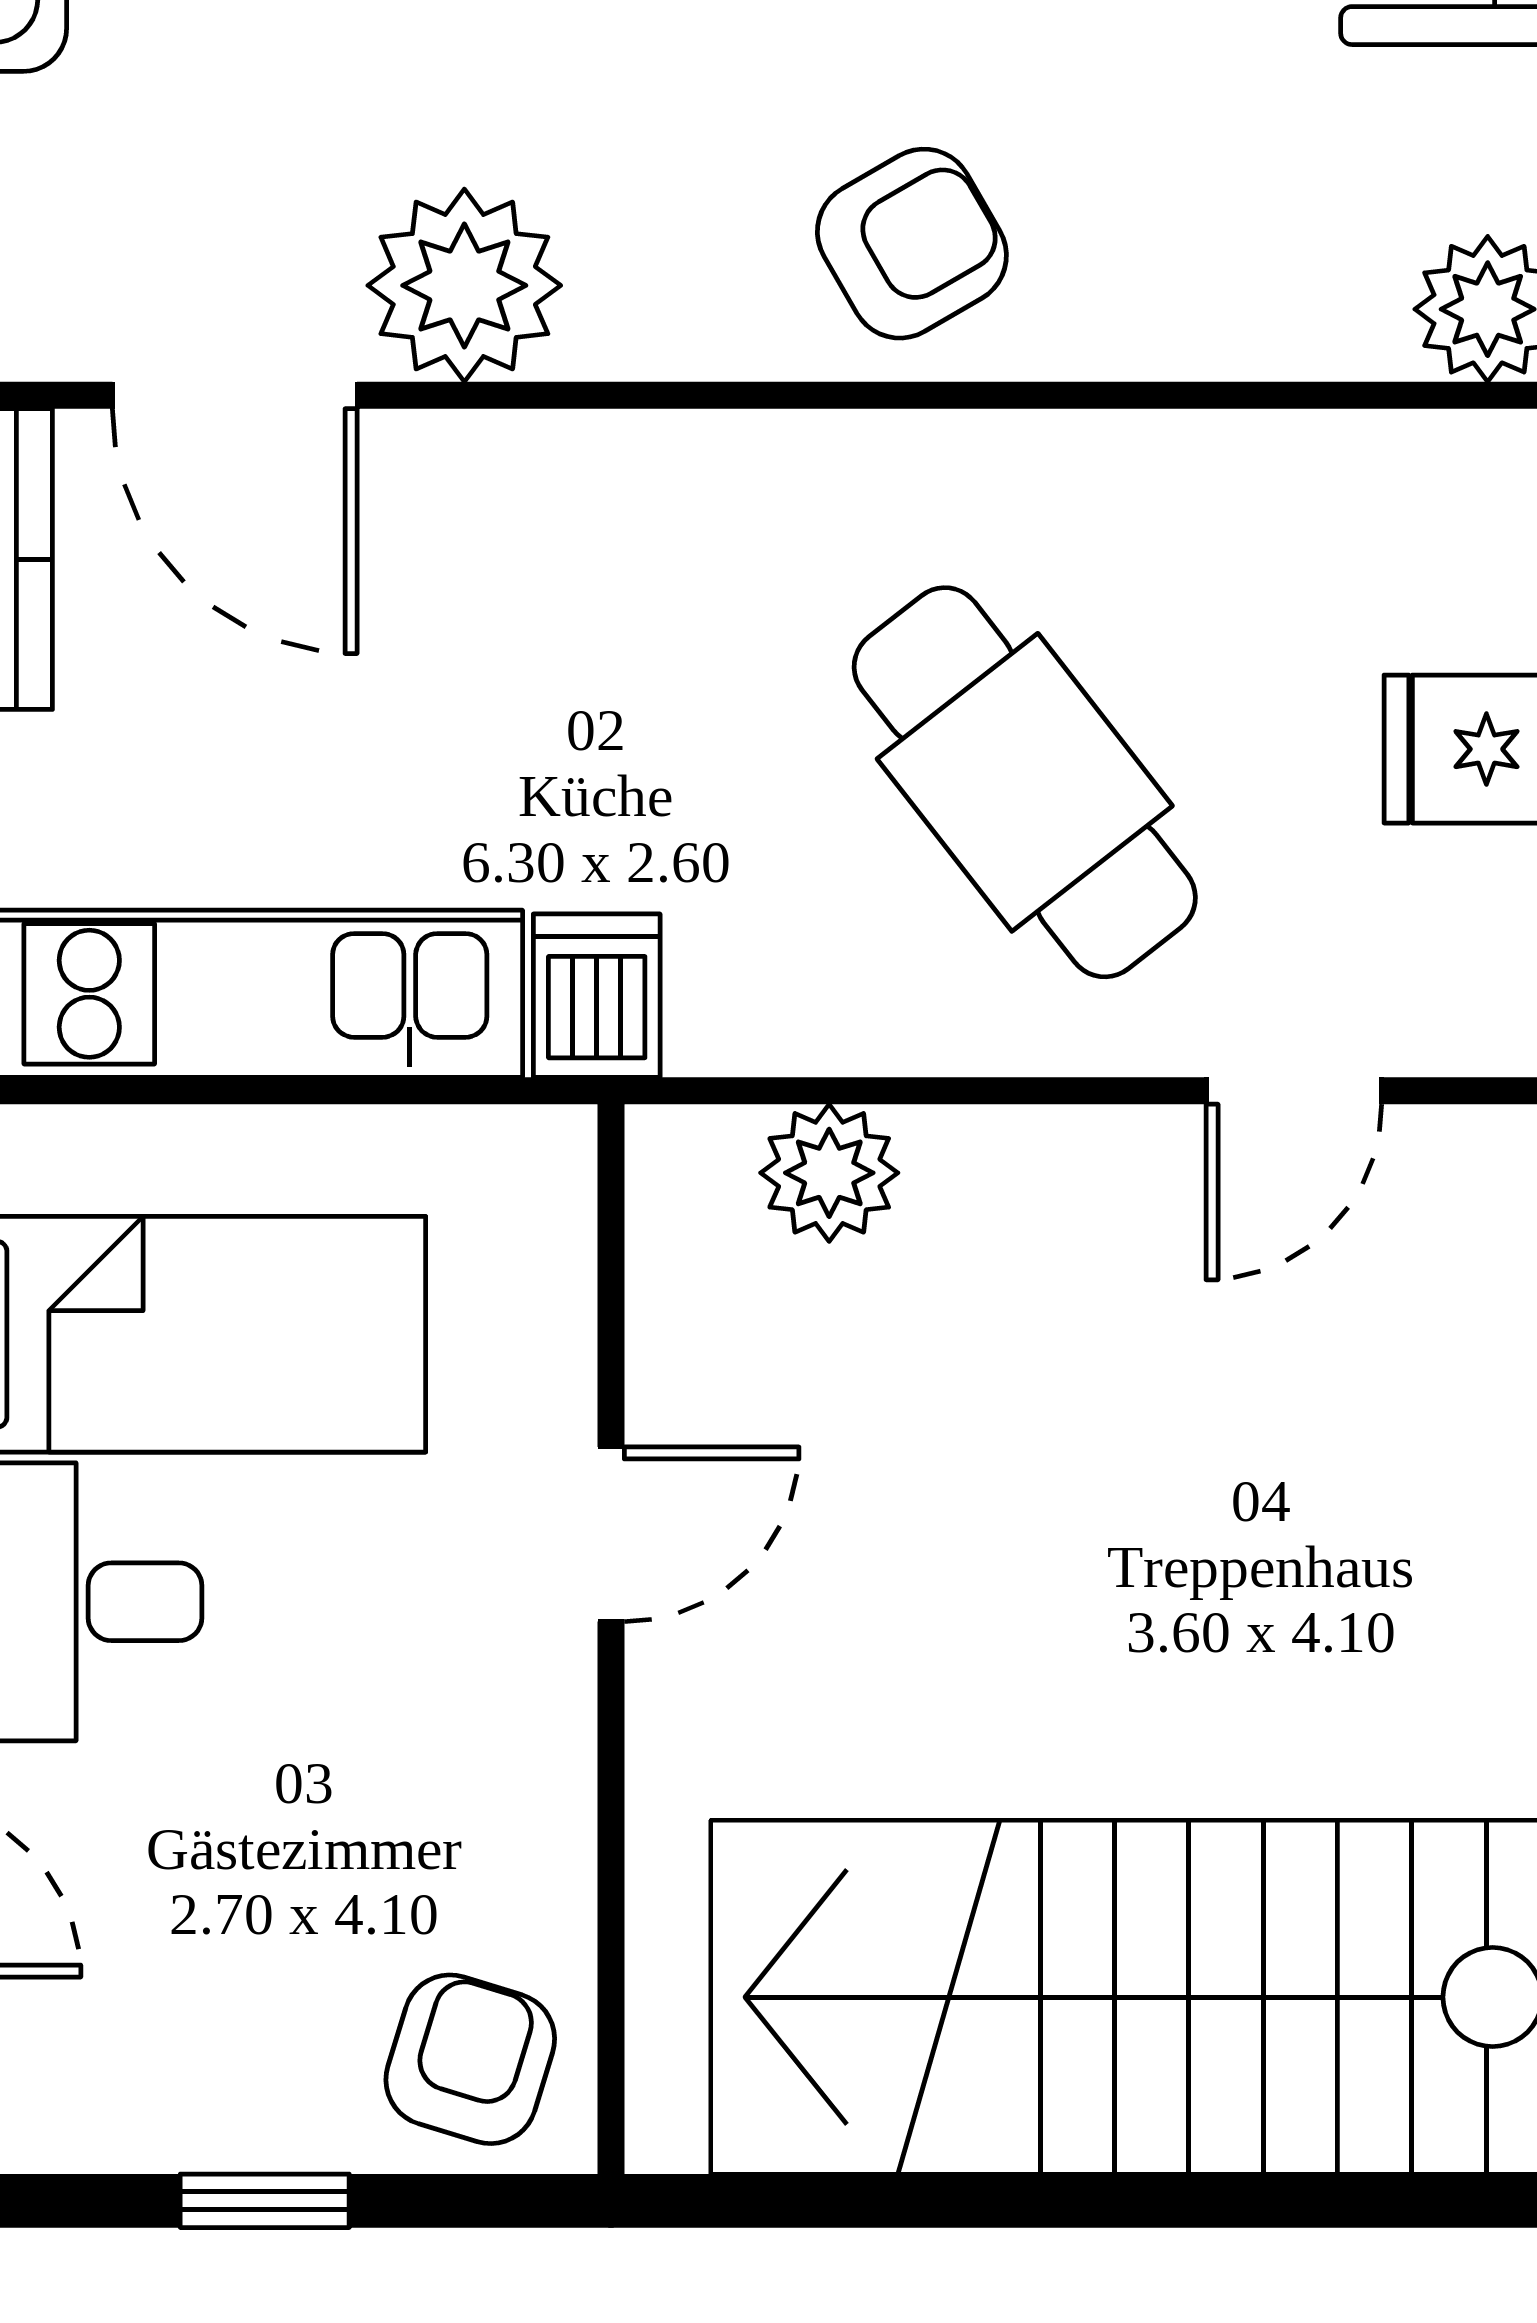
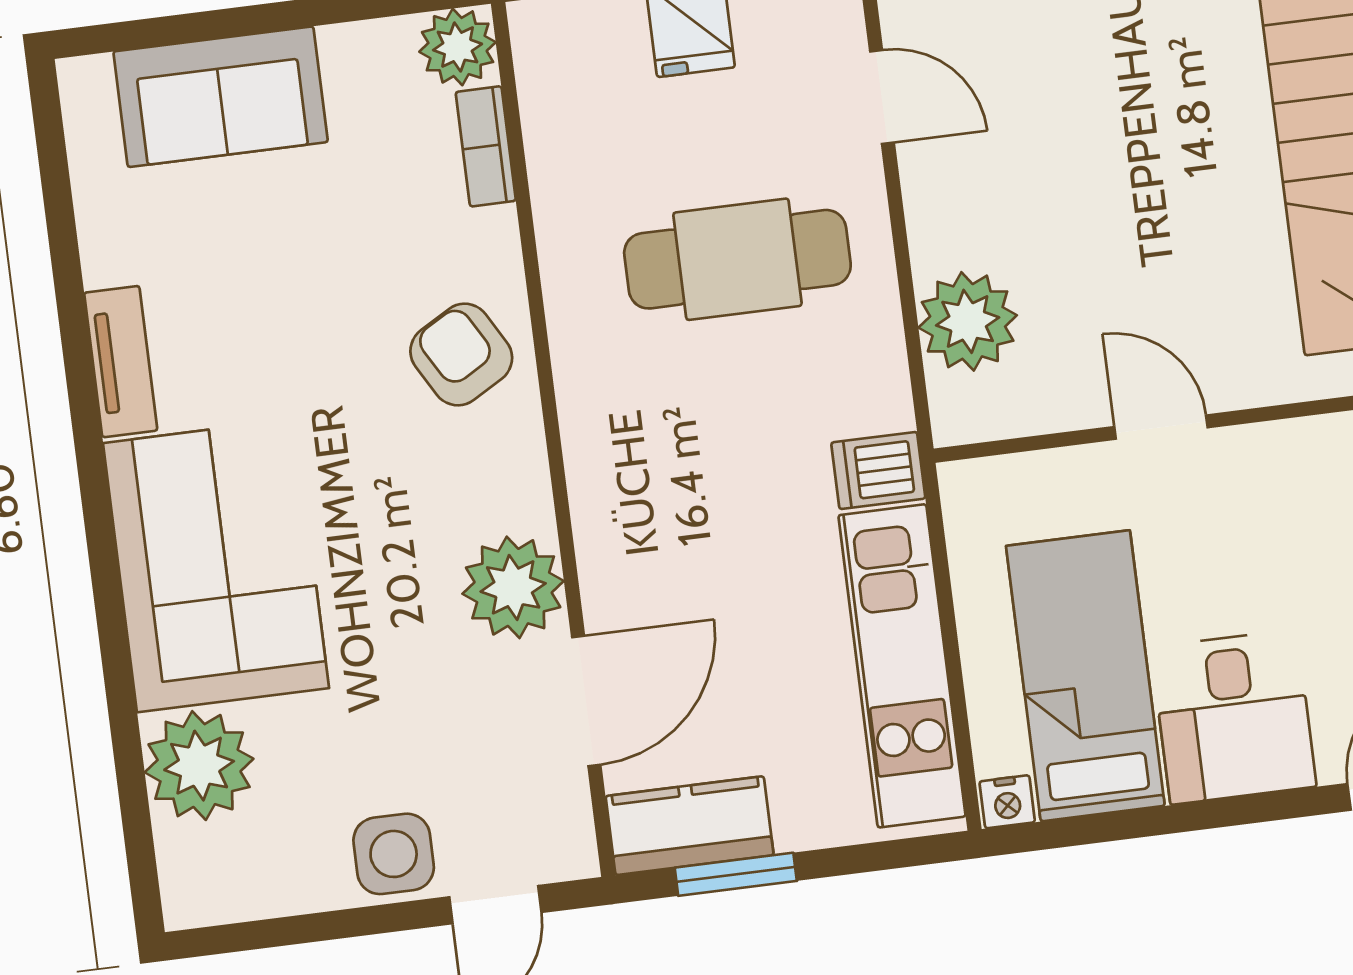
bookcase: (1295, 338) -> (486, 146), added
cafe table: (1025, 782) -> (737, 259), turned 38
plant: (829, 1173) -> (968, 321), width x1.36, depth x1.36

